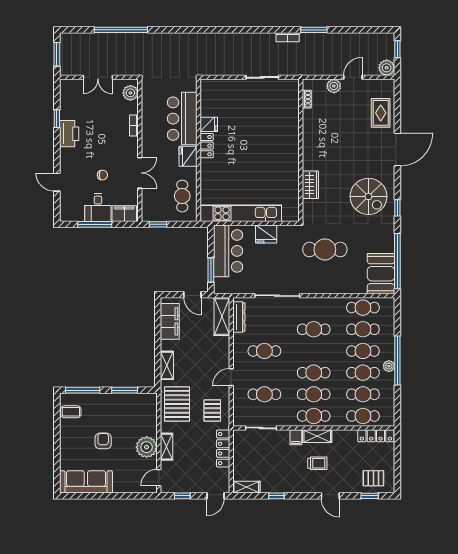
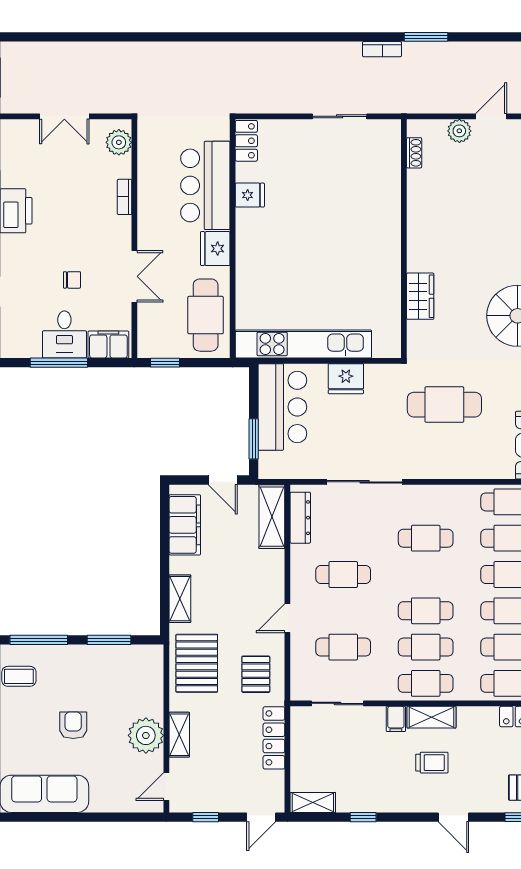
window: (121, 30) -> (103, 37), removed
locker: (207, 146) -> (246, 141), moved
cafe table: (182, 196) -> (206, 315), width x1.37, depth x1.35

